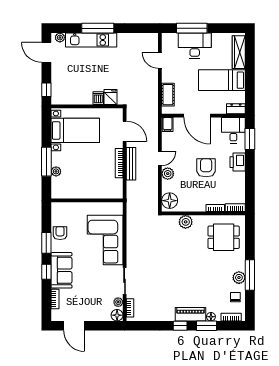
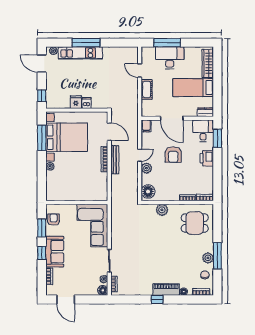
cot: (168, 95) -> (147, 89), moved
fridge: (111, 97) -> (76, 102), moved
bed with nightstands: (75, 130) -> (67, 137), width x1.36
window: (46, 162) -> (42, 138), moved
armchair: (206, 168) -> (173, 155), moved, turned 180
wall: (87, 200) -> (77, 203), moved
window: (206, 326) -> (180, 299), removed

